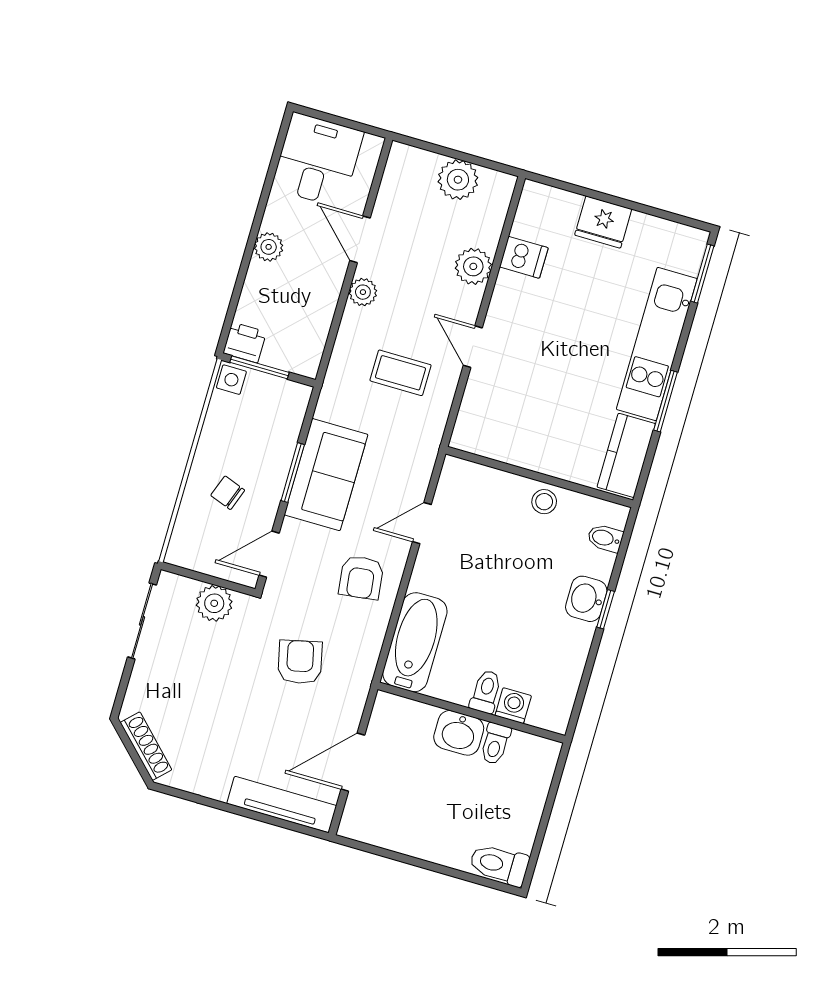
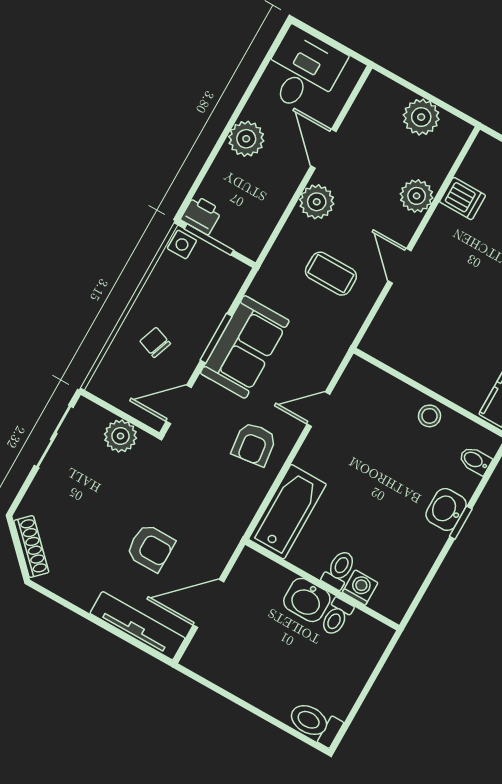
plant: (269, 247) -> (246, 139), width x1.38, depth x1.38
plant: (363, 292) -> (317, 202), width x1.38, depth x1.38
armchair: (300, 662) -> (150, 548), moved, turned 103

